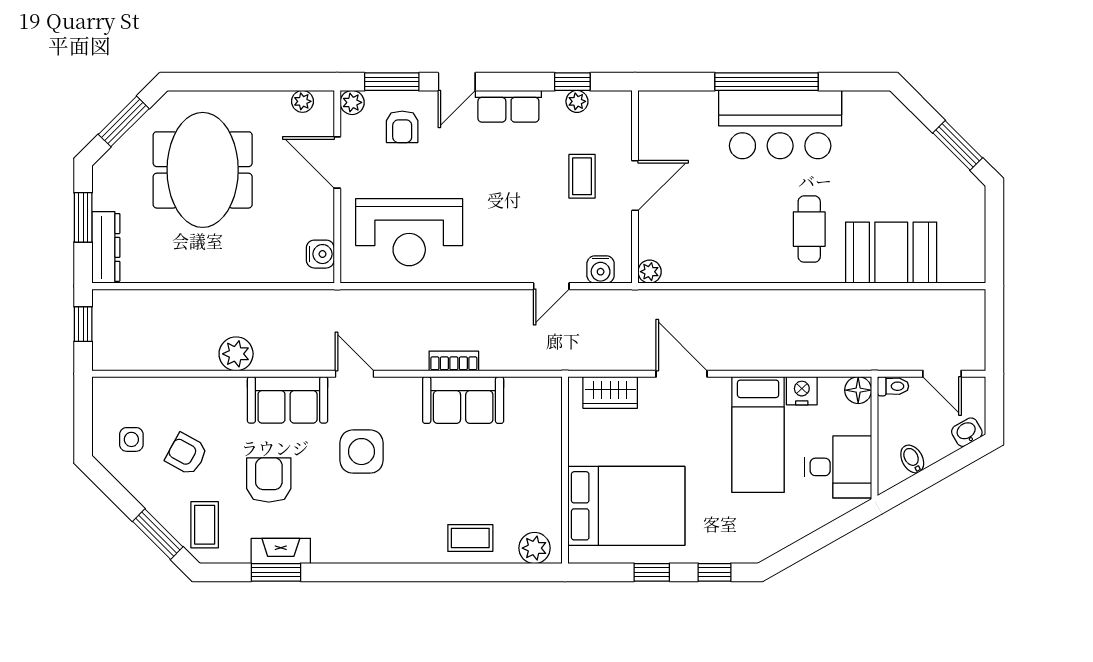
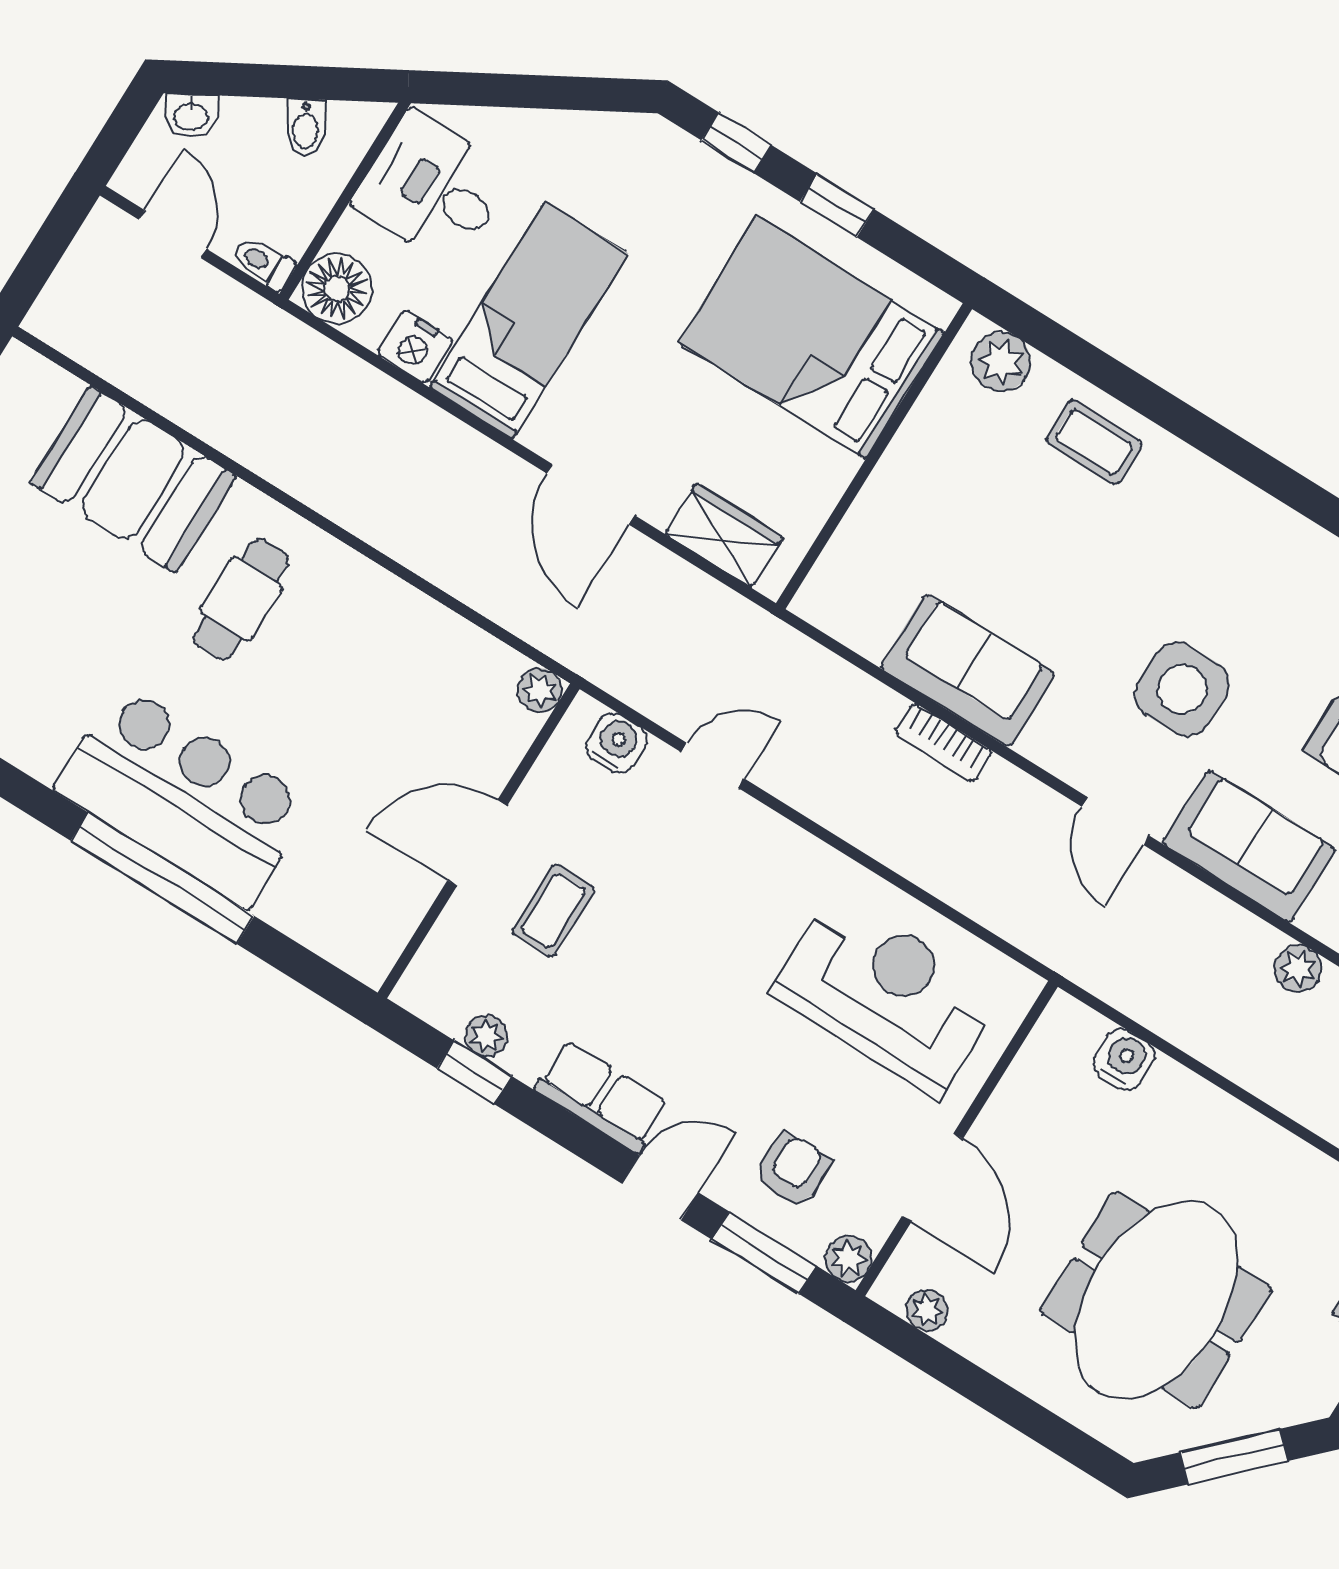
water cooler: (320, 254) -> (1124, 1059), moved, turned 90
plant: (236, 354) -> (1298, 969), width x0.73, depth x0.73
floor lamp: (858, 390) -> (337, 289), width x1.38, depth x1.38

